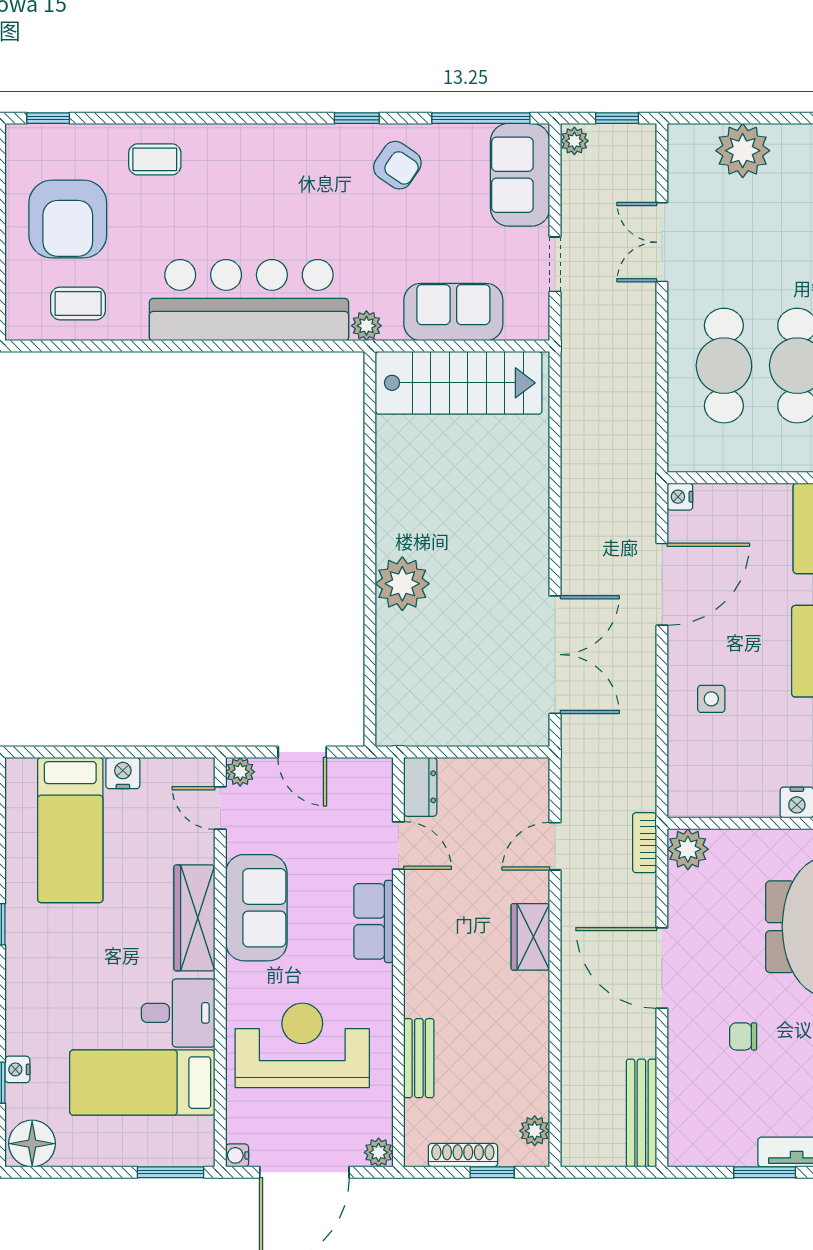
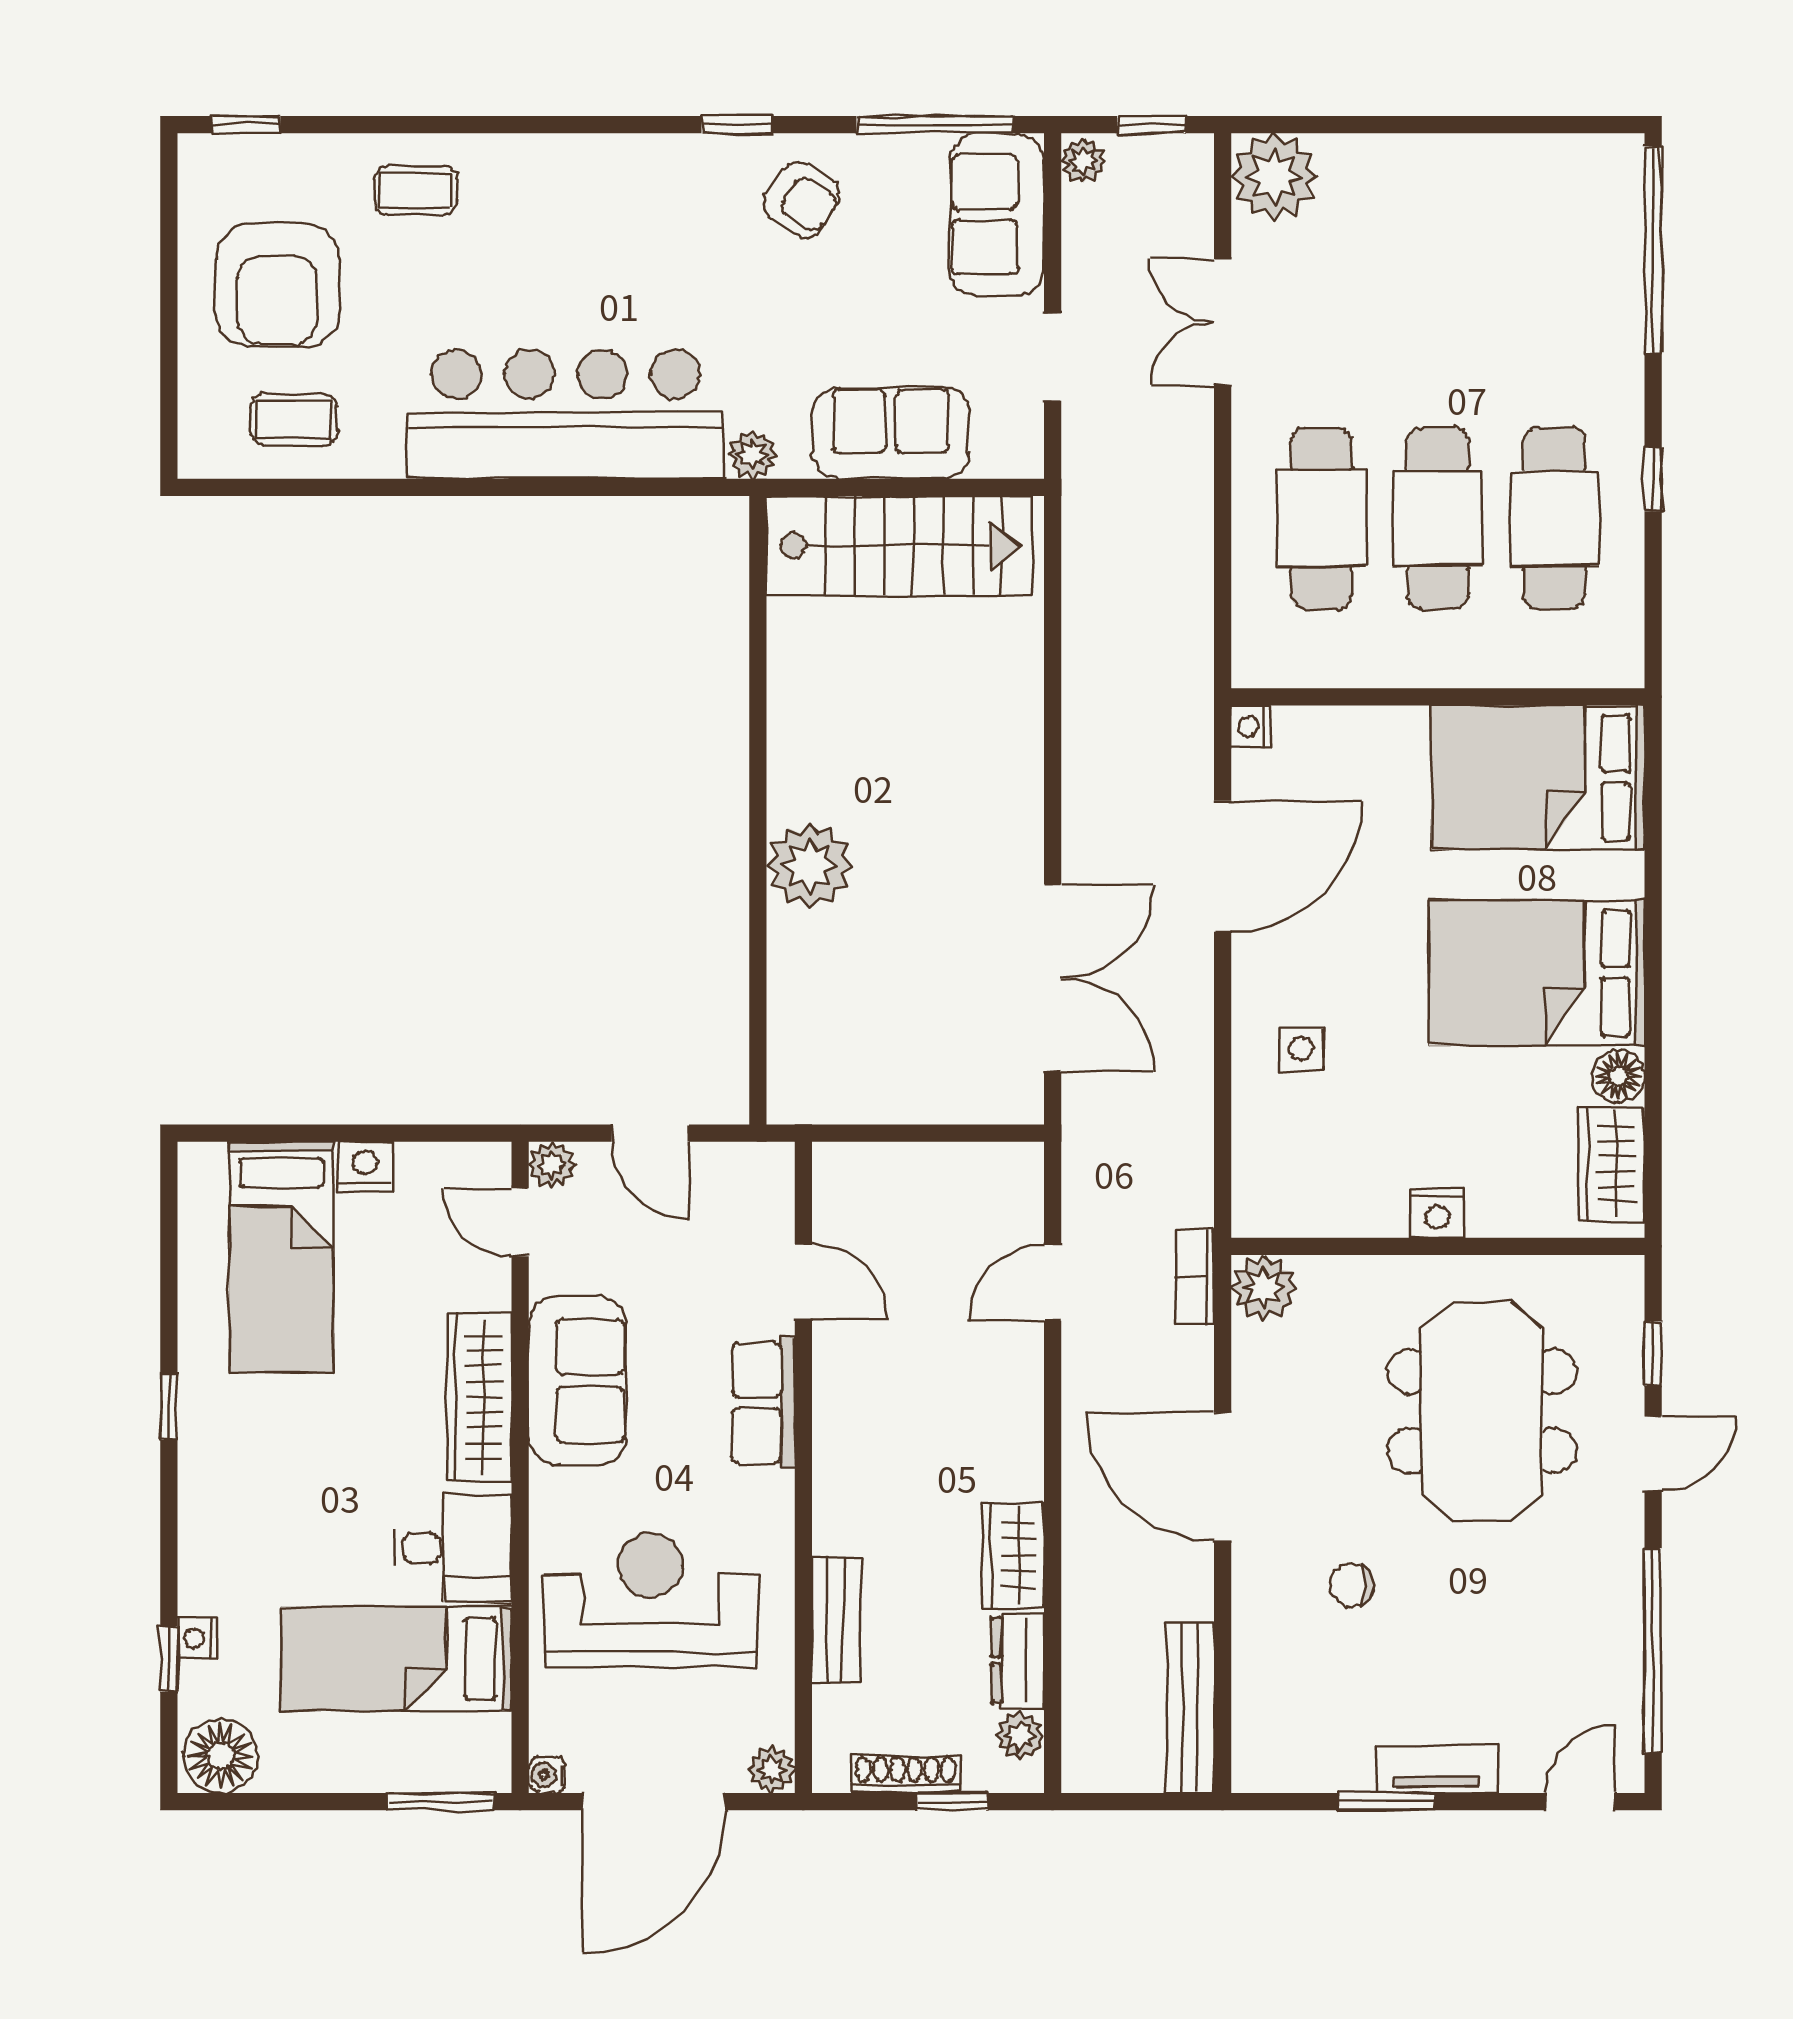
plant: (743, 151) -> (1274, 176), moved
dresser: (420, 787) -> (1018, 1660), moved, turned 180
wardrobe: (530, 937) -> (1013, 1556), moved

